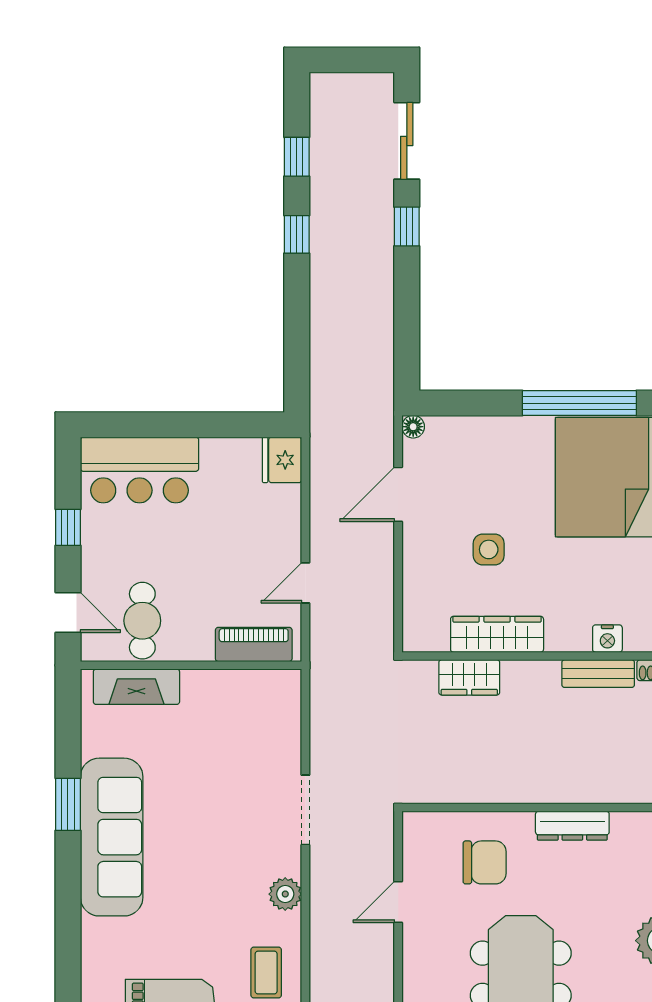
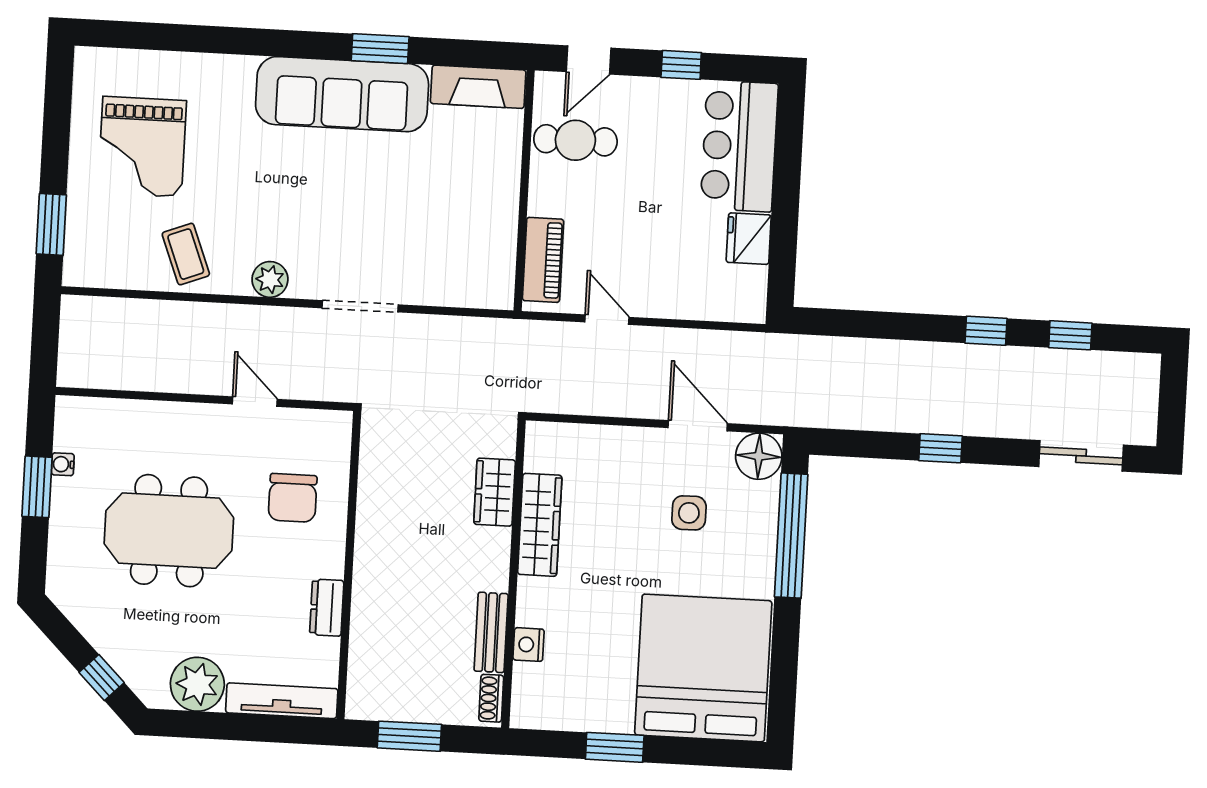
window: (407, 226) -> (940, 448), moved
window: (579, 403) -> (791, 536), moved
floor lamp: (413, 427) -> (759, 456), width x1.89, depth x1.89
fridge: (282, 460) -> (749, 239), moved, turned -90
side table: (489, 549) -> (689, 513), moved
fireplace: (136, 687) -> (478, 87), moved, turned -90
dresser: (572, 826) -> (327, 608), width x0.70
coffee table: (266, 973) -> (186, 254), turned 69

